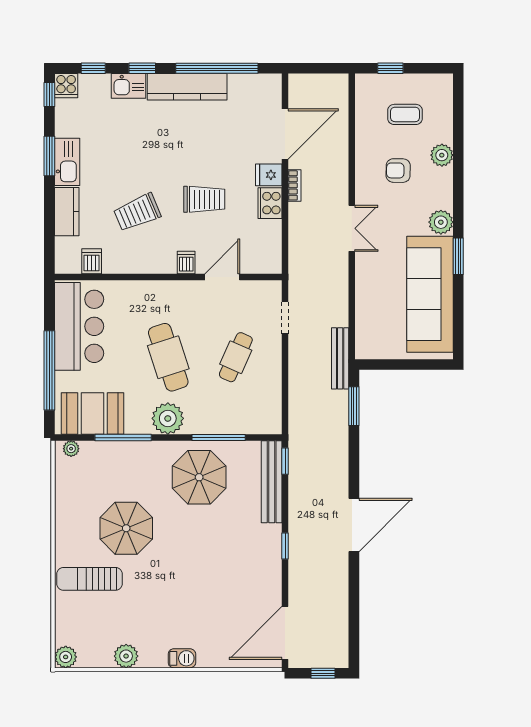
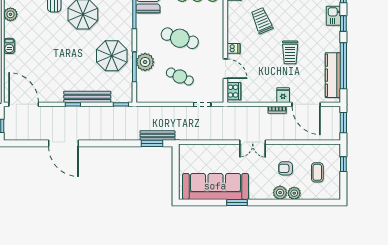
window: (317, 68) -> (343, 123), added
kitchen counter: (187, 87) -> (333, 75), moved
armchair: (398, 171) -> (286, 168), turned -91
trolley: (204, 199) -> (290, 52), moved
cooker: (270, 203) -> (234, 91), moved, turned 90
plant: (441, 222) -> (280, 193), moved
cafe table: (168, 357) -> (180, 38), turned 36
bench: (340, 358) -> (157, 136), moved
plant: (168, 418) -> (145, 62), moved
bench: (272, 482) -> (87, 97), moved
door: (354, 525) -> (64, 143), moved

